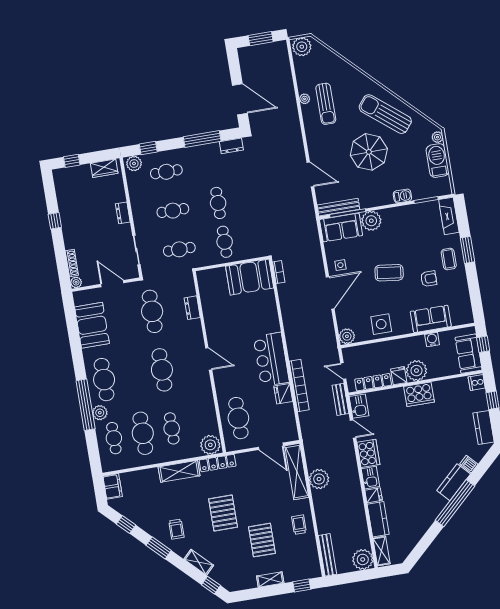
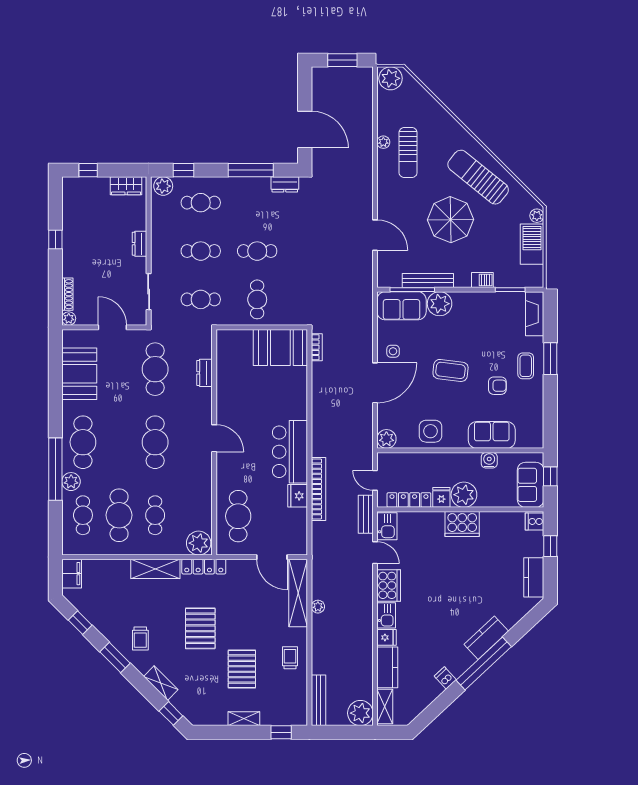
cafe table: (218, 203) -> (257, 251), turned 90
bench: (338, 207) -> (428, 280), moved
dishwasher: (469, 464) -> (445, 678), moved
plant: (319, 479) -> (318, 607), width x0.53, depth x0.53

